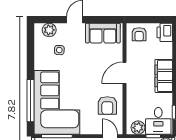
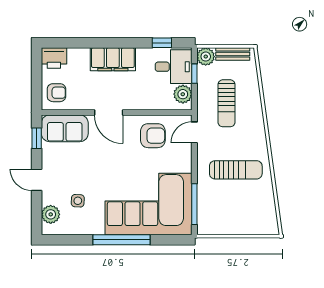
window: (105, 20) -> (37, 138), added
sofa: (103, 33) -> (65, 128), moved, turned 90
window: (30, 101) -> (121, 240), moved

